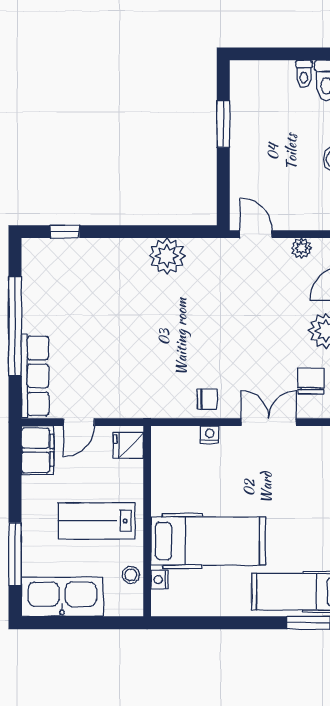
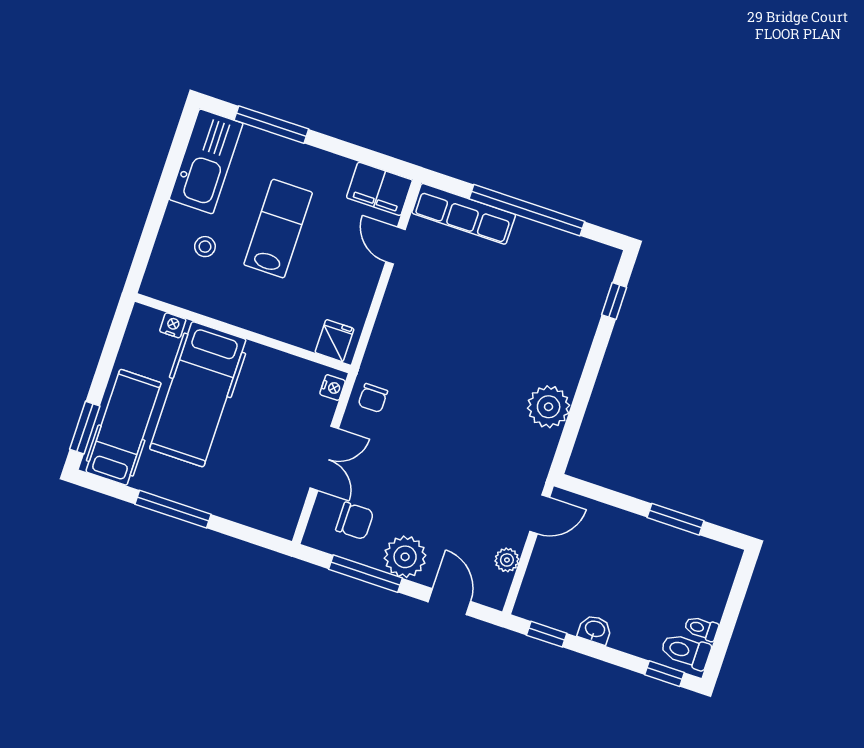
fridge: (128, 446) -> (335, 341), moved
wall: (147, 521) -> (243, 333), moved
hospital bed: (208, 541) -> (198, 394), moved
nightstand: (160, 580) -> (173, 325), moved

